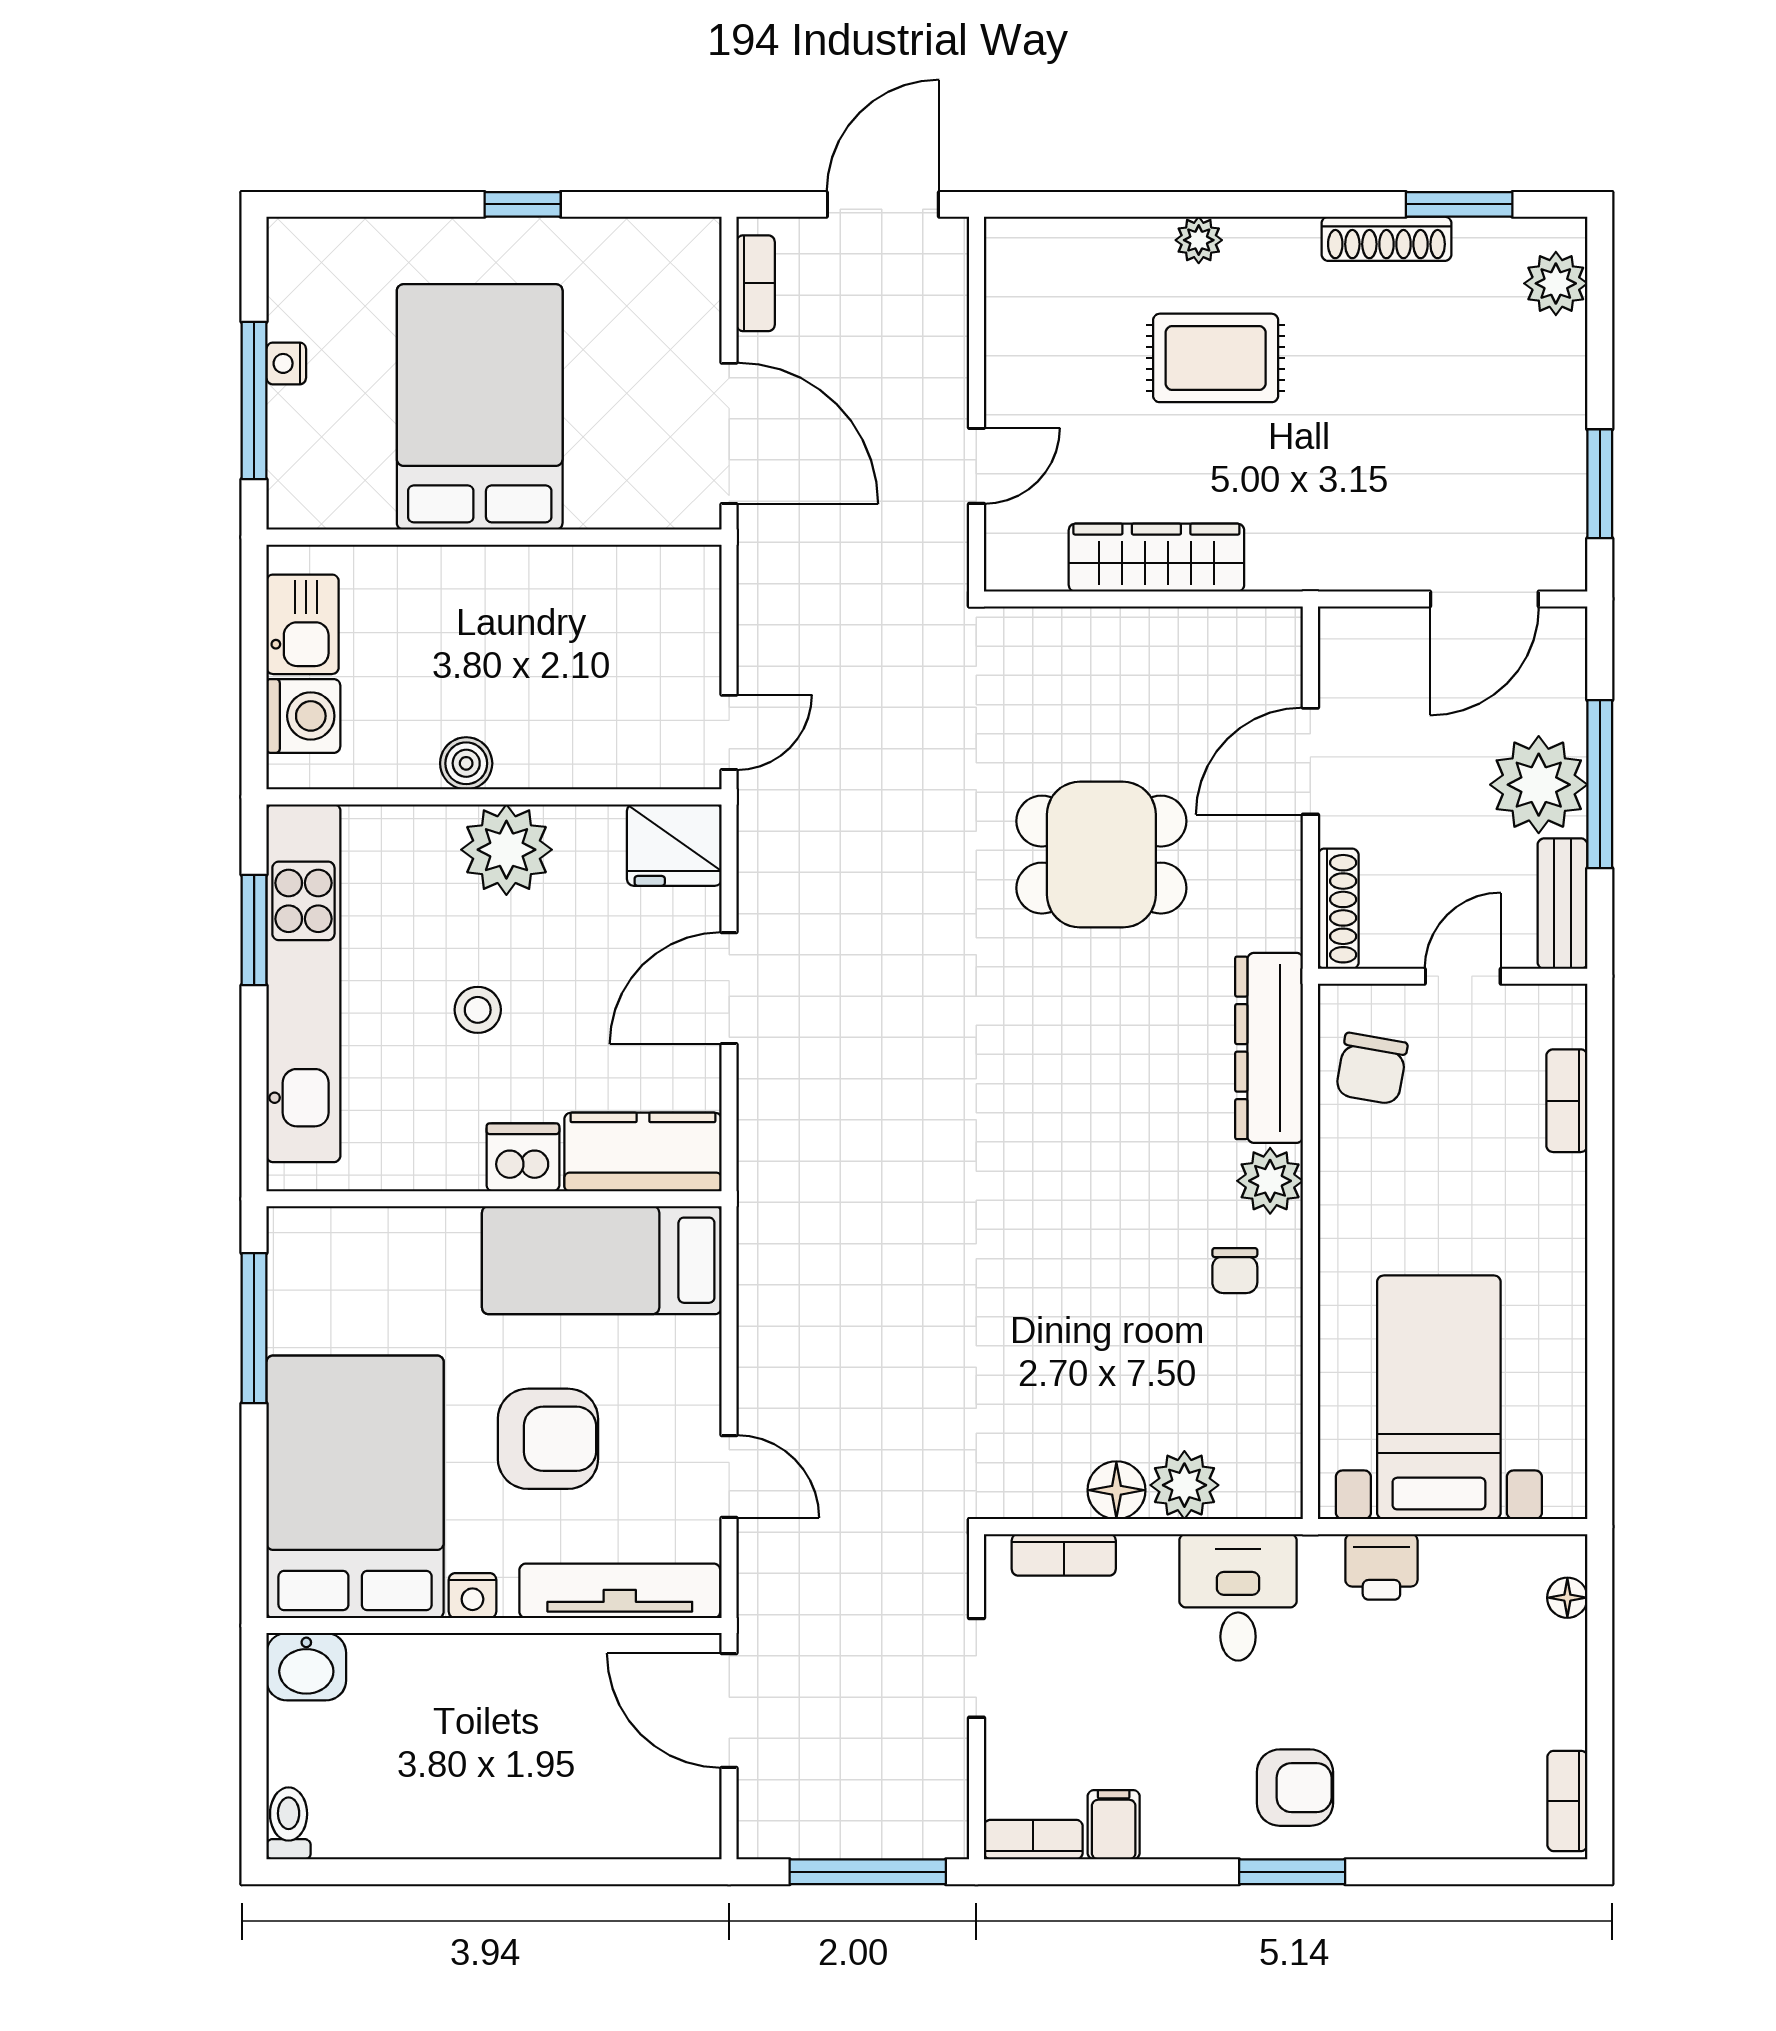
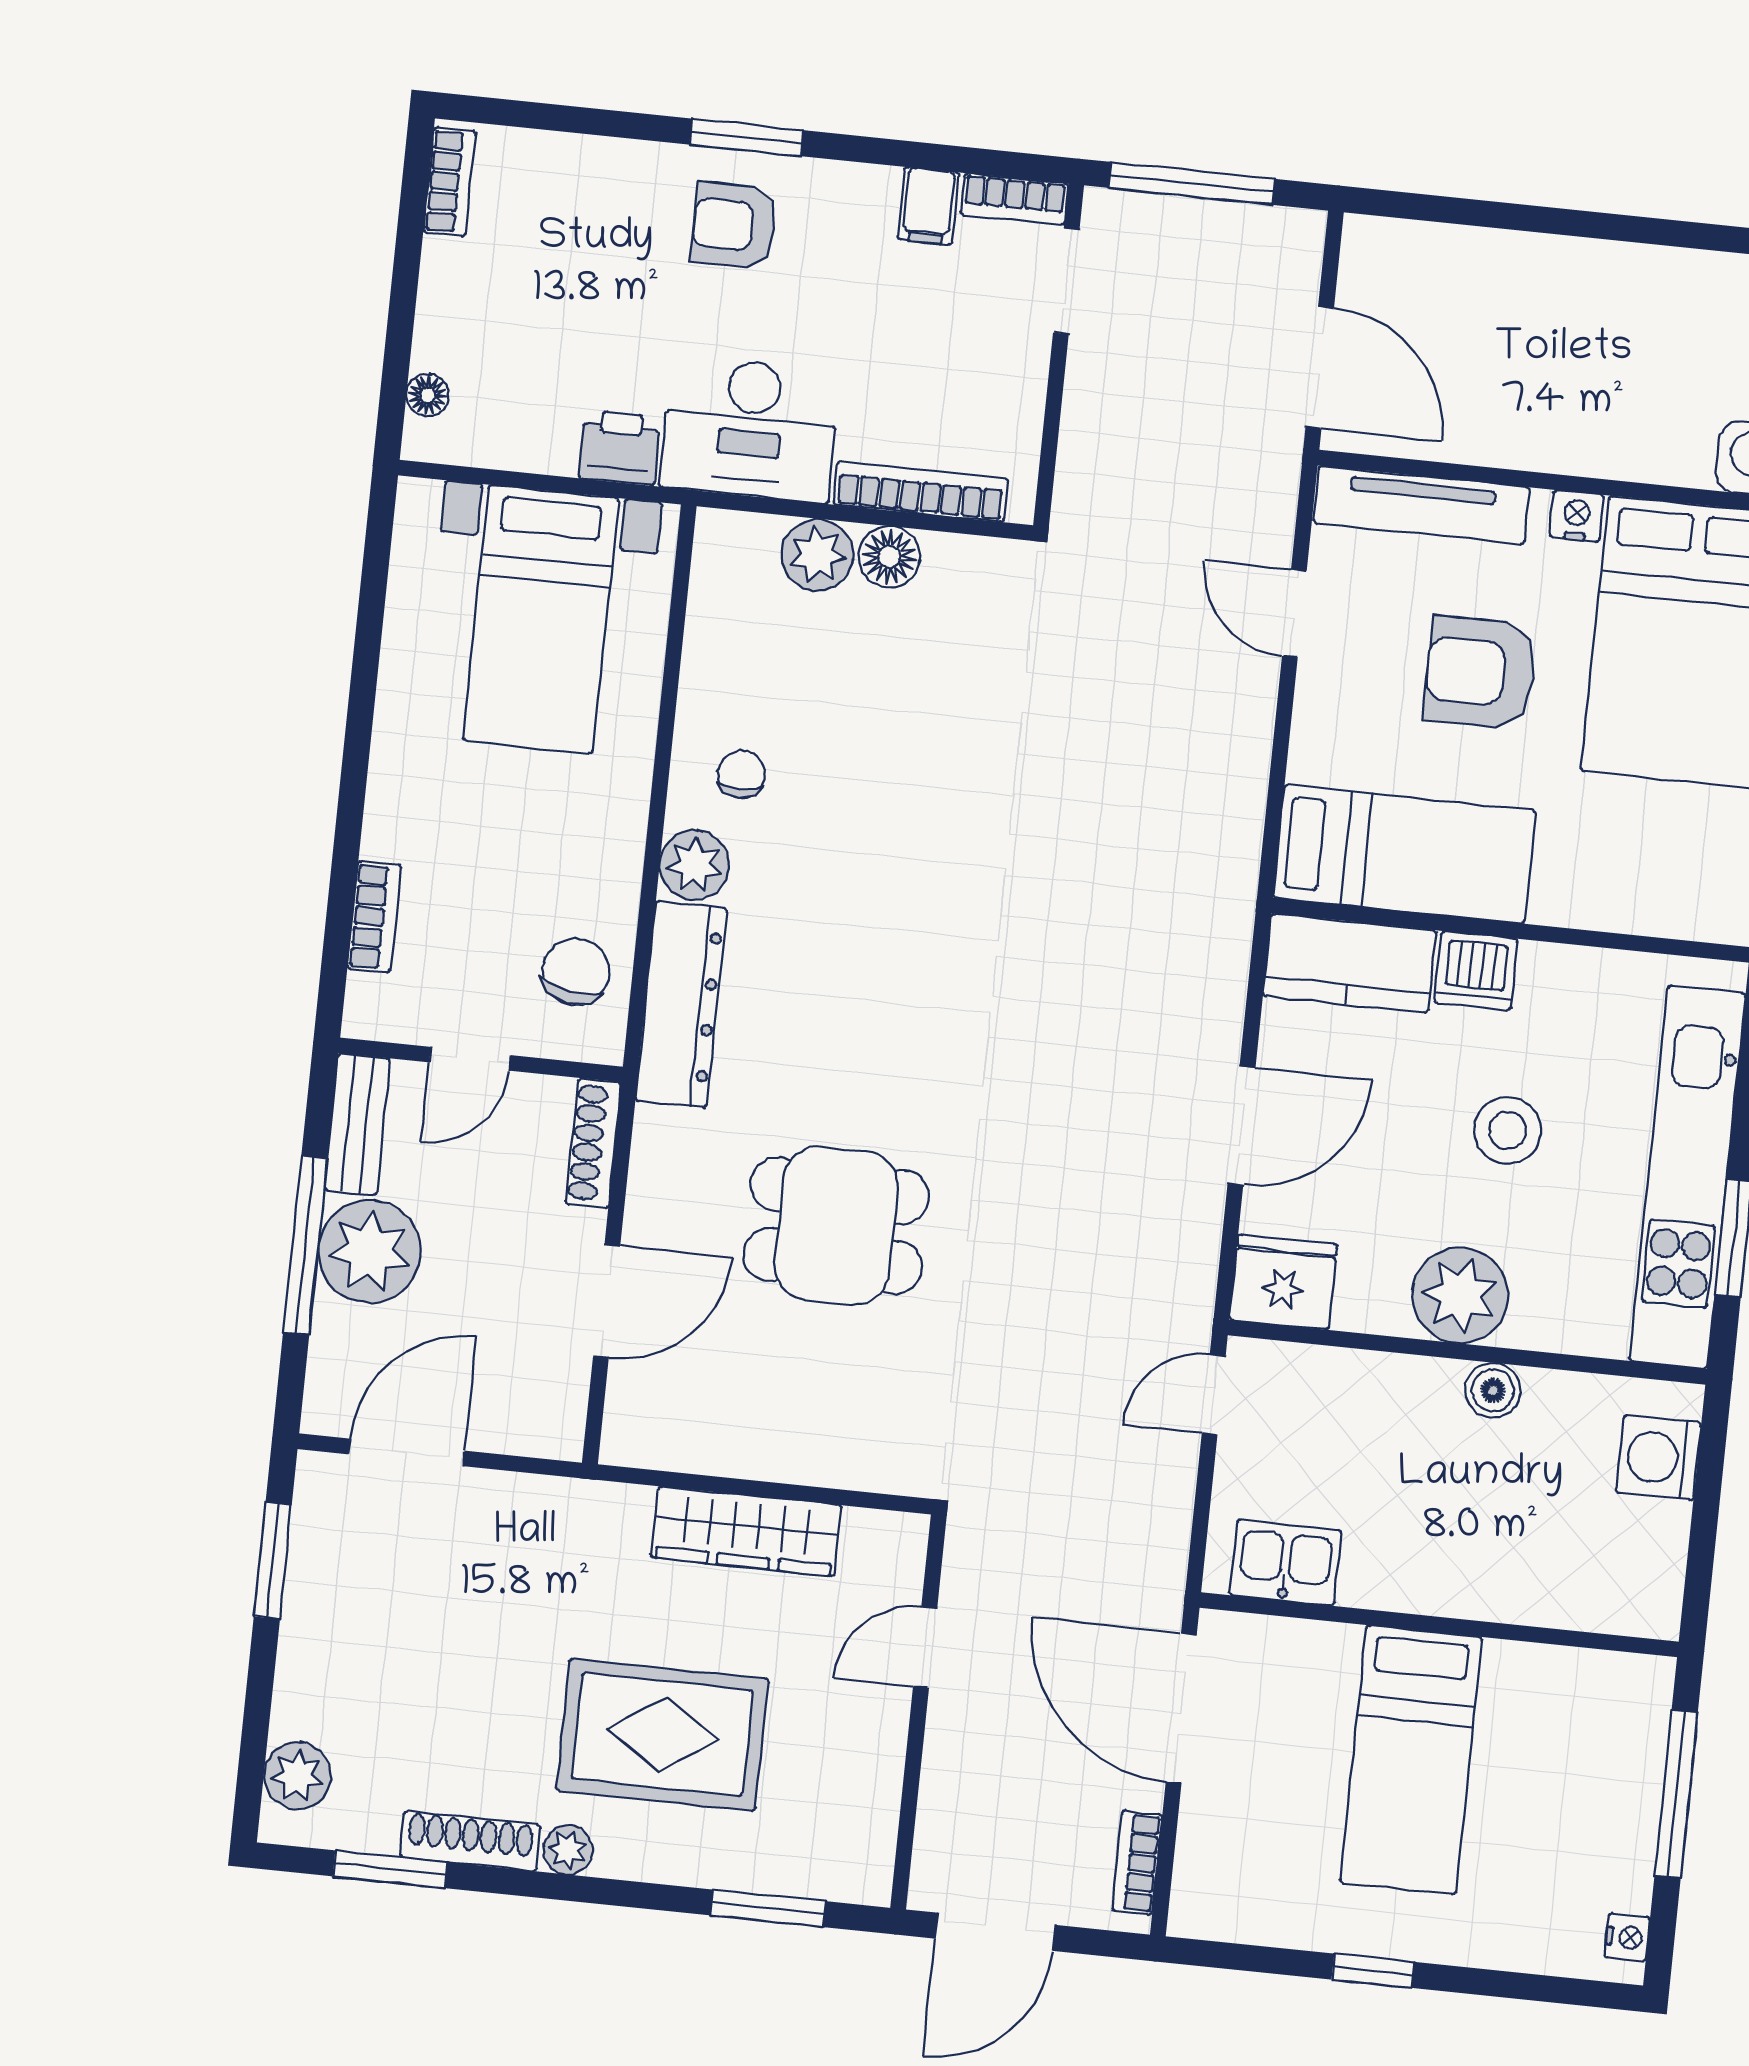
window: (1099, 204) -> (768, 1908), added
plant: (1199, 240) -> (568, 1850), moved
rug: (1216, 358) -> (662, 1734), width x1.36, depth x1.43
nightstand: (286, 363) -> (1627, 1937), moved
bed: (480, 407) -> (1411, 1760), width x0.67
kitchen sink: (303, 624) -> (1286, 1563), moved, turned 90
stool: (478, 1010) -> (1508, 1130), width x1.37, depth x1.37
bookcase: (1064, 1555) -> (921, 492), width x1.56
desk: (1238, 1597) -> (750, 429), width x1.37
doorway: (976, 1668) -> (1066, 281), moved

